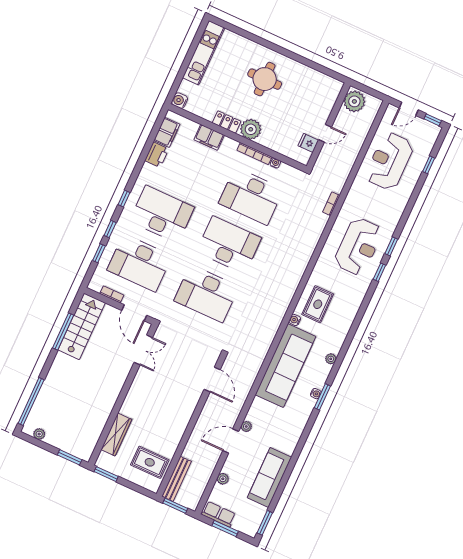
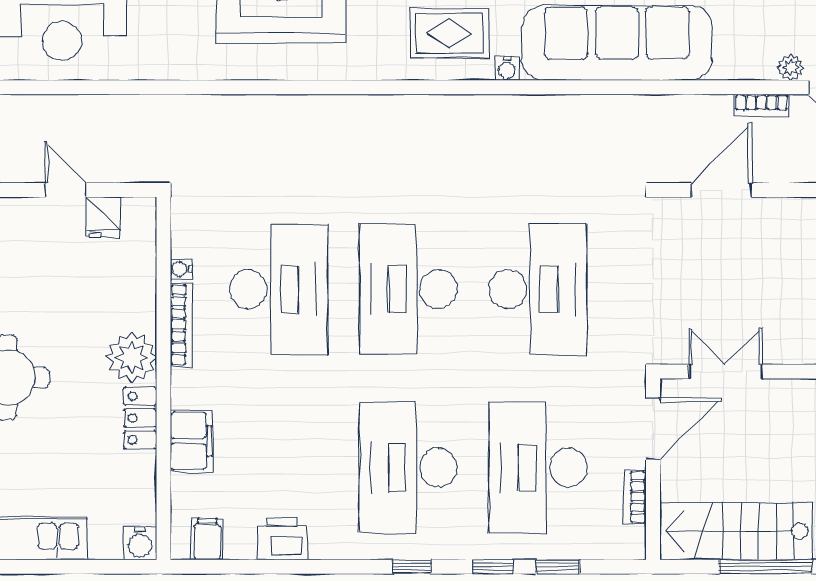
filing cabinet: (167, 132) -> (207, 539), width x0.50
bookcase: (331, 204) -> (762, 105), moved
desk: (140, 263) -> (538, 468), turned 180

